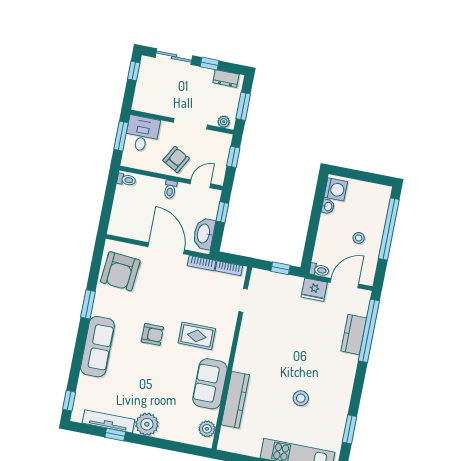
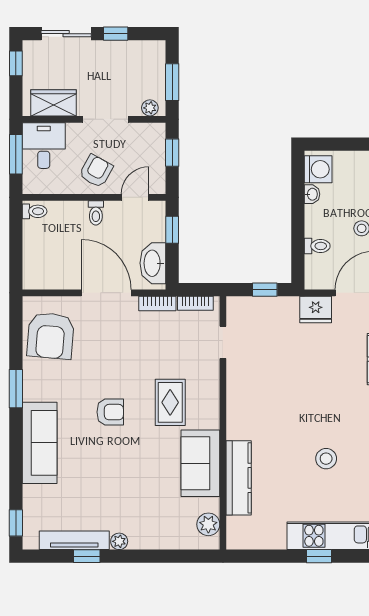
dresser: (226, 79) -> (142, 49), removed
wardrobe: (155, 105) -> (54, 103), added
toilet: (319, 270) -> (317, 246), moved
rug: (197, 336) -> (170, 402), turned 90
plant: (147, 424) -> (119, 541), width x0.53, depth x0.53

